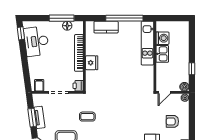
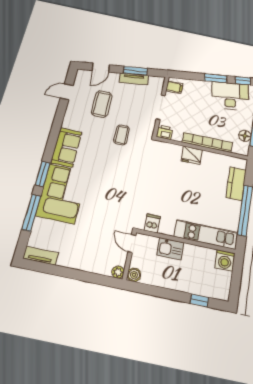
washing machine: (162, 38) -> (225, 260), moved
kitchen sink: (162, 54) -> (170, 249), moved
window: (24, 55) -> (216, 78), added
window: (192, 69) -> (199, 300), moved
dishwasher: (148, 81) -> (152, 223), added
armchair: (172, 121) -> (88, 247), removed

